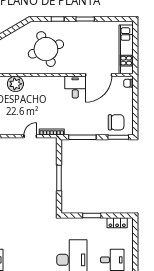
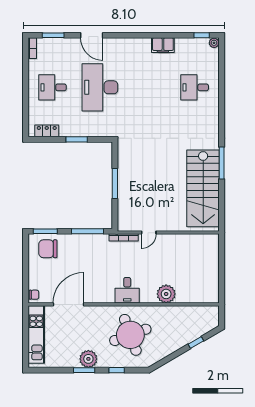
plant: (82, 29) -> (88, 359), added
desk: (75, 87) -> (127, 290), moved

